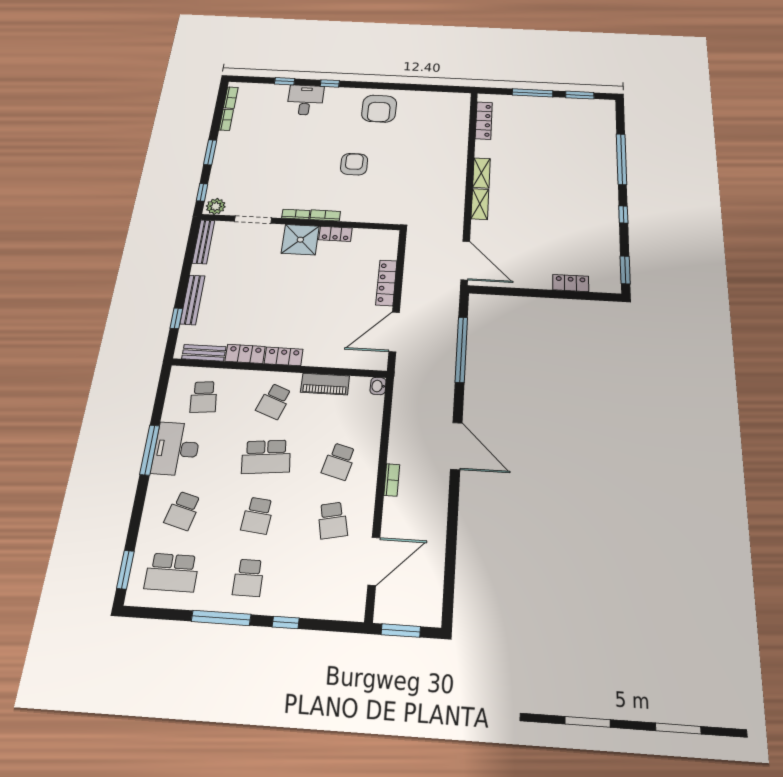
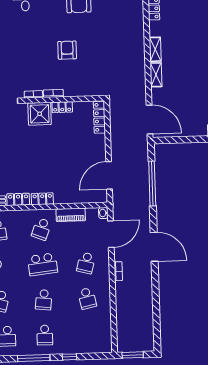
locker: (386, 283) -> (99, 117), moved
door: (374, 561) -> (111, 234), moved

